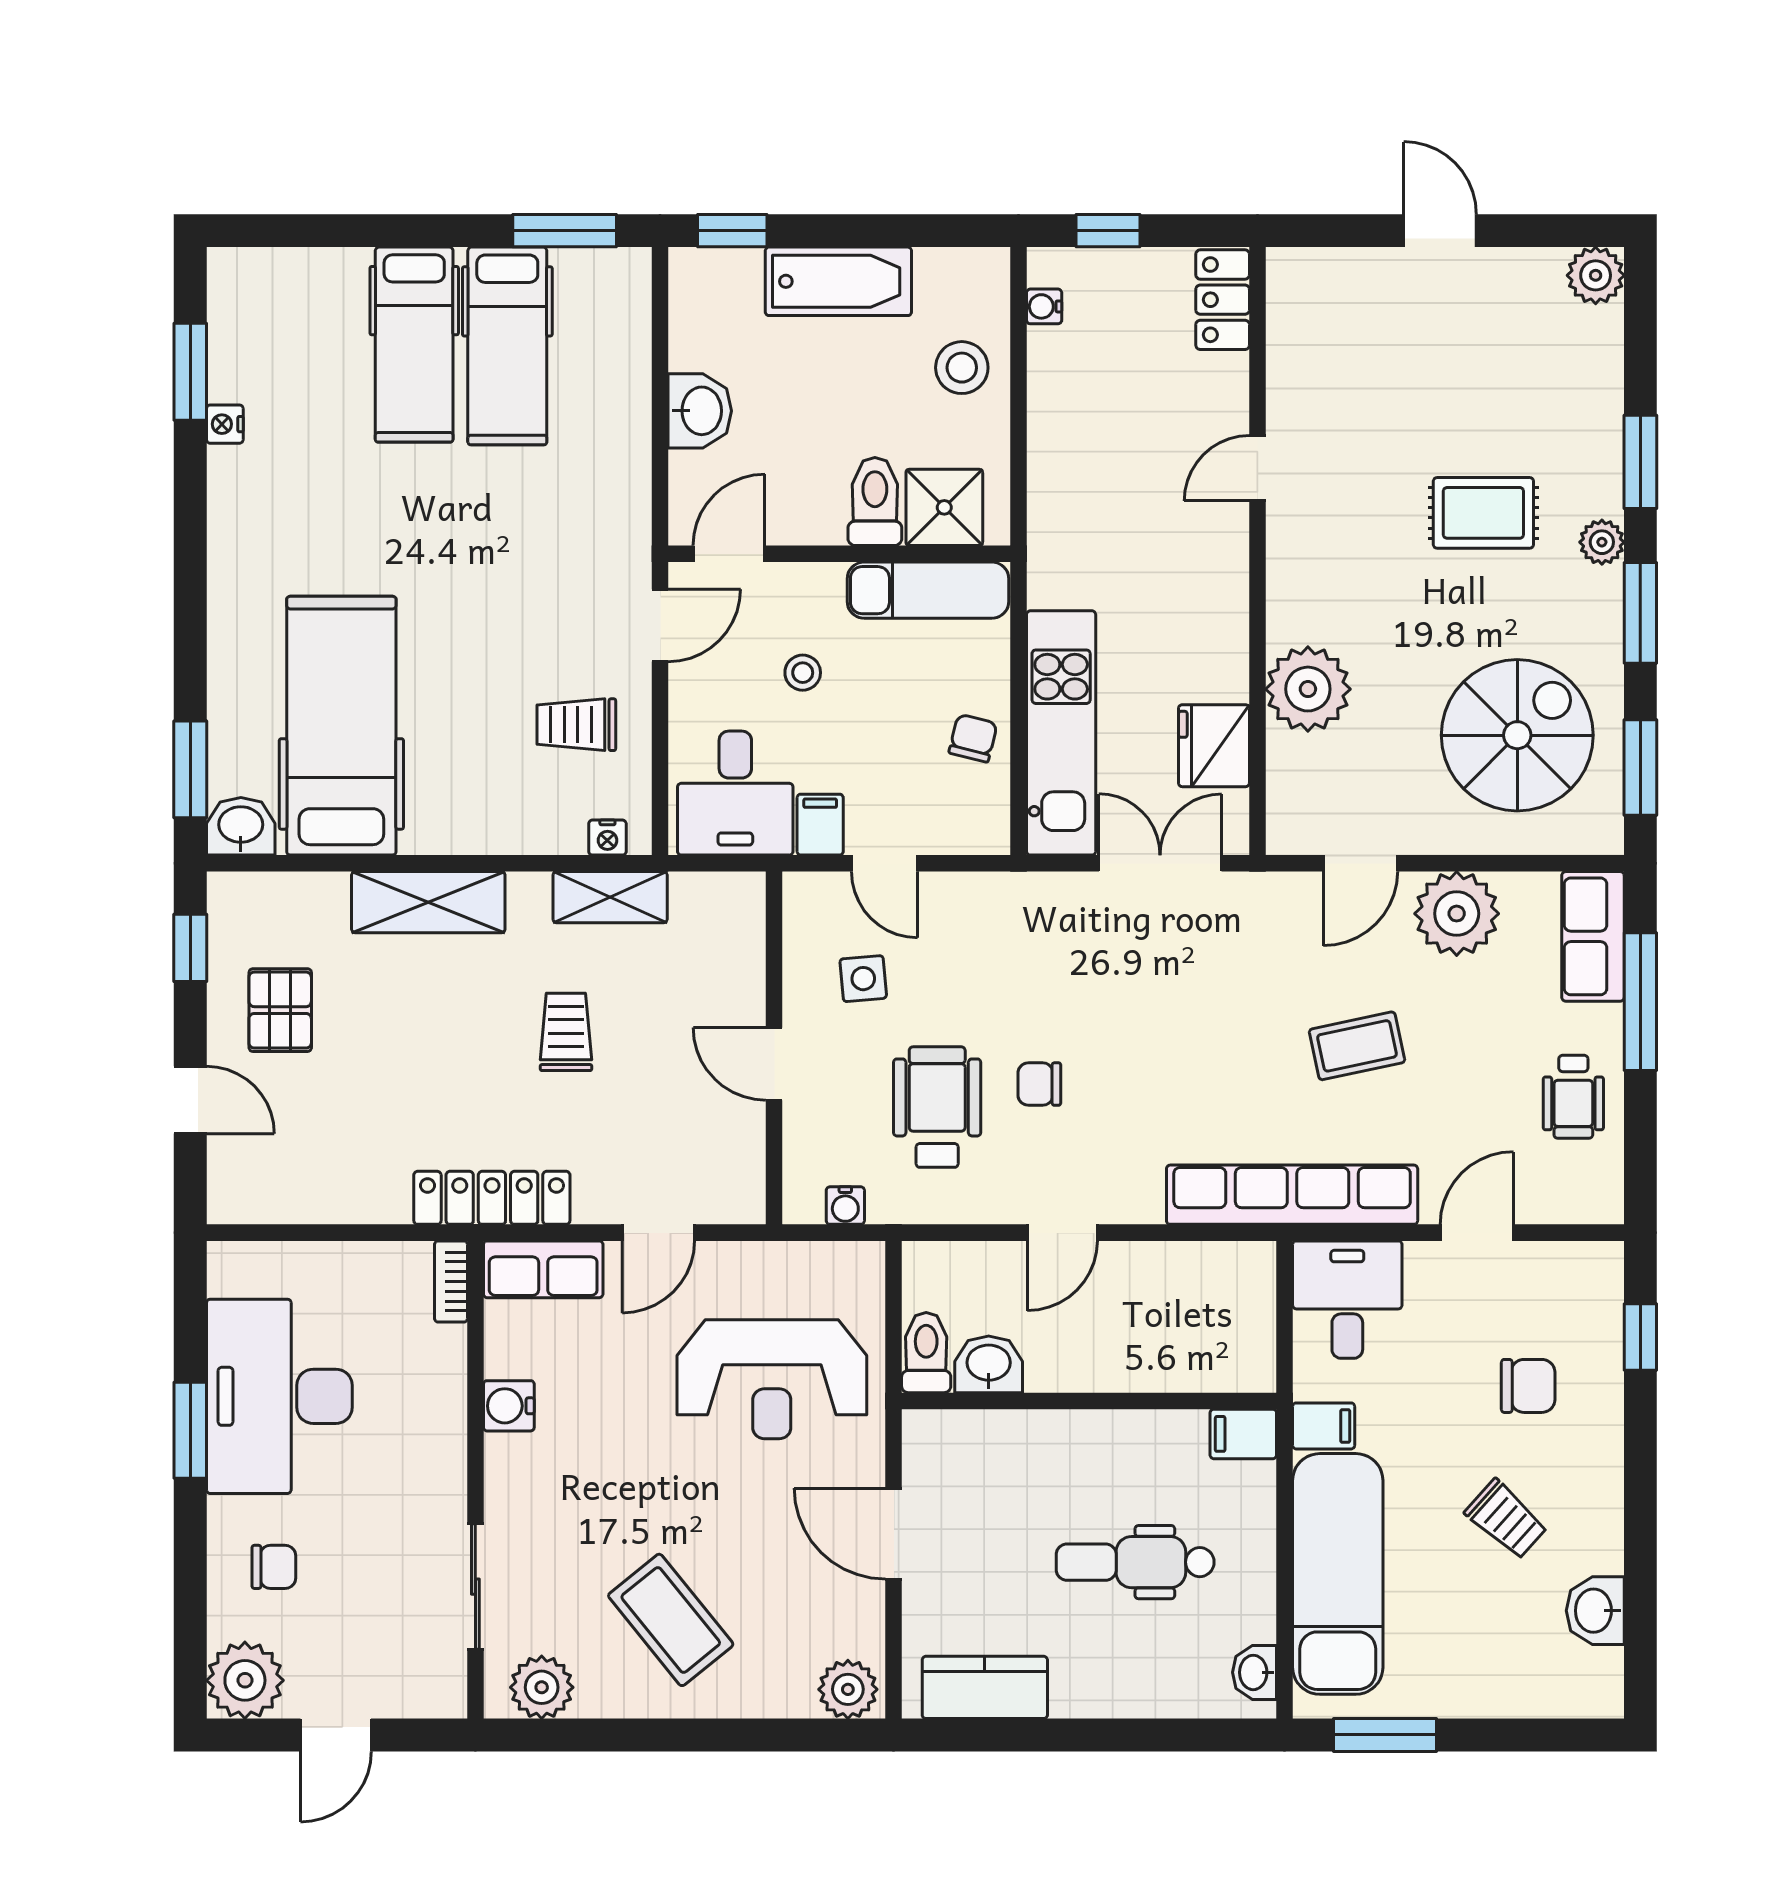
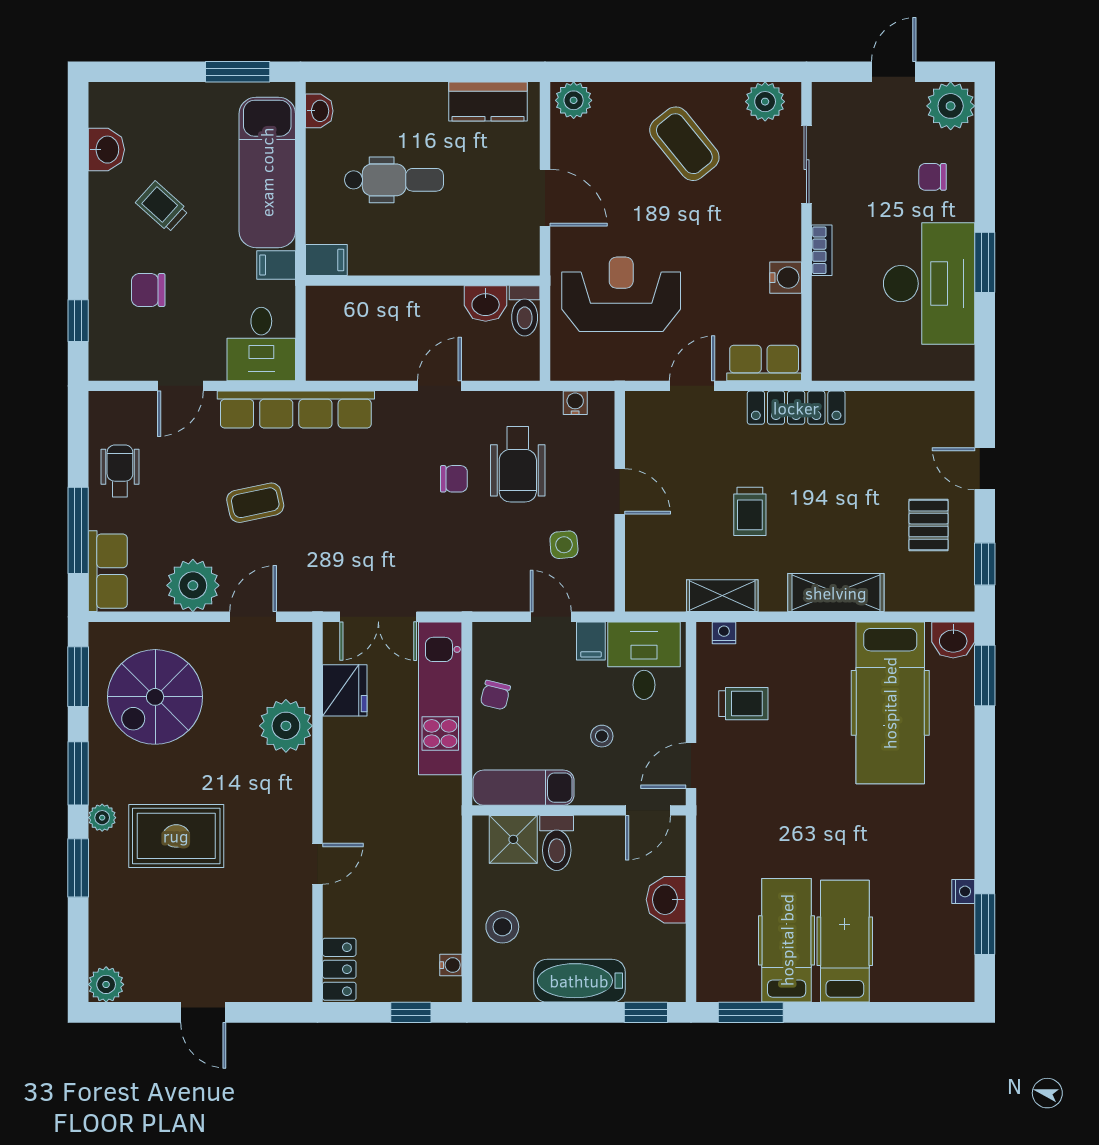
rug: (1483, 513) -> (176, 836), width x1.36, depth x1.43
bookcase: (451, 1281) -> (822, 250), moved

